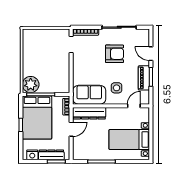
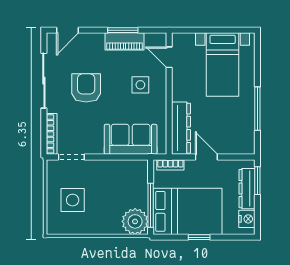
side table: (44, 45) -> (73, 200), added
door: (151, 54) -> (68, 30), moved
sofa: (89, 95) -> (131, 139), moved, turned 90

